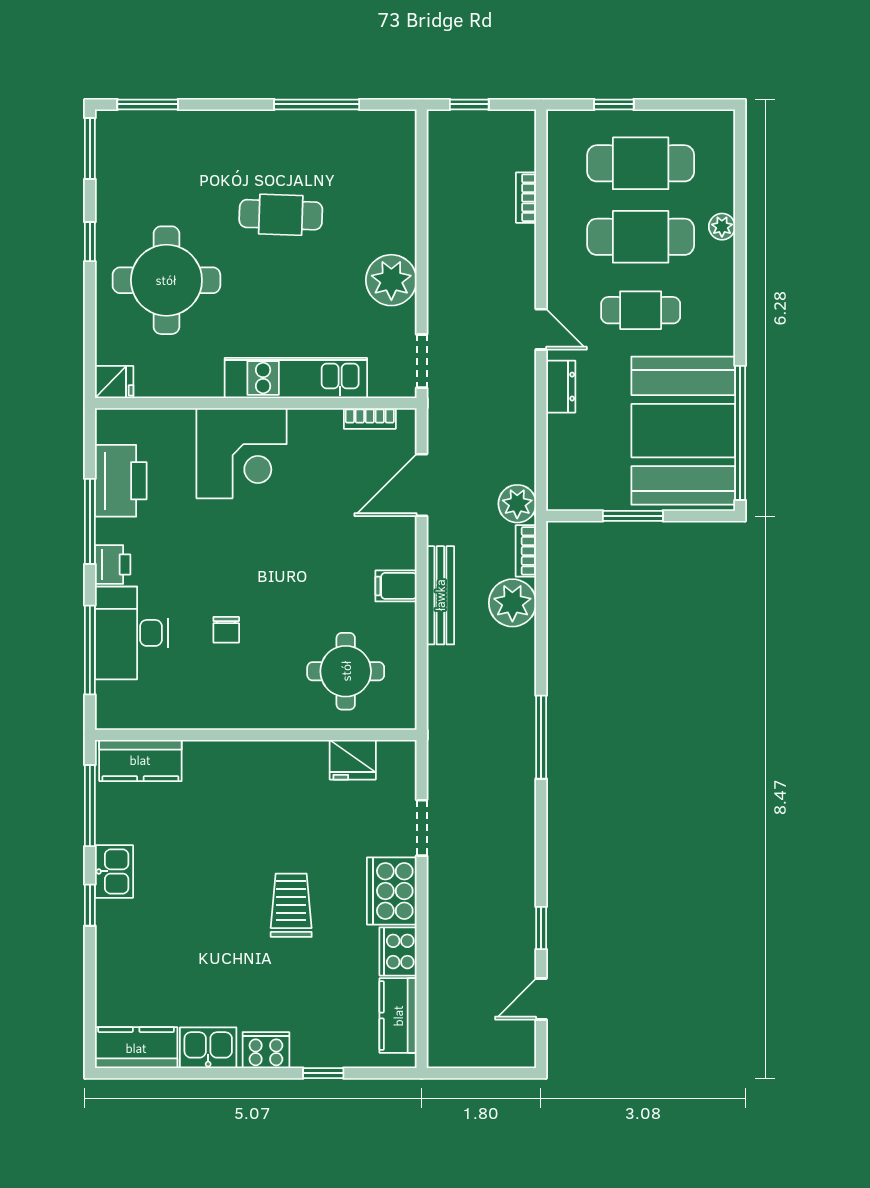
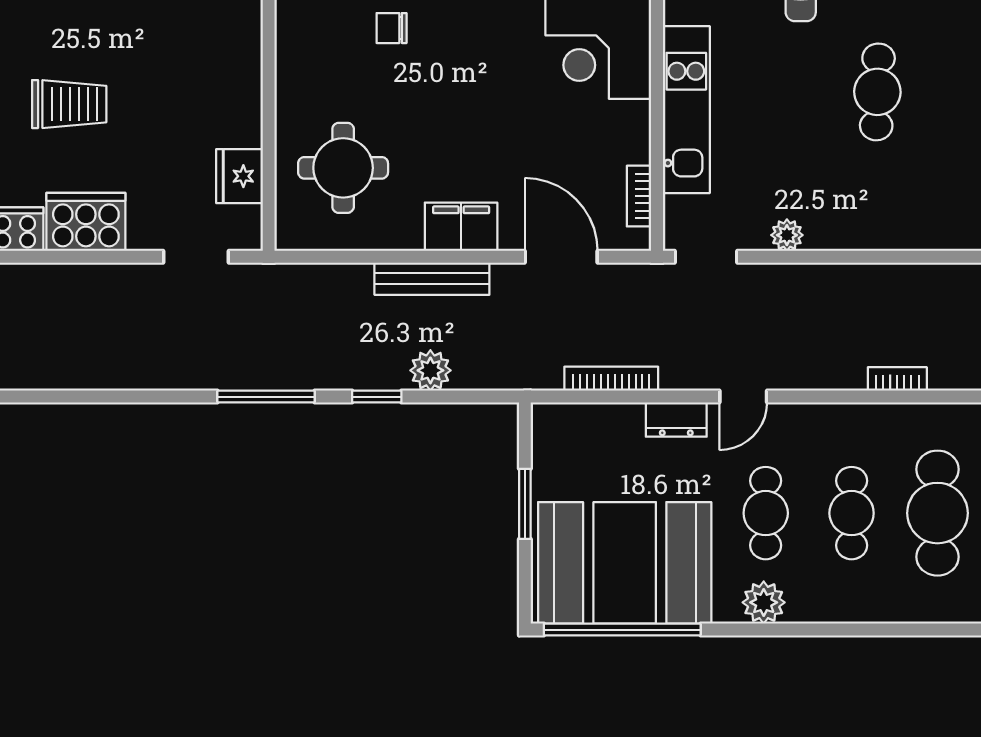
plant: (722, 227) -> (764, 602), moved, width x1.38, depth x1.38
cafe table: (641, 237) -> (852, 513), width x0.73, depth x0.74
plant: (391, 280) -> (787, 235), width x0.53, depth x0.53
plant: (517, 504) -> (539, 369), removed
bookcase: (526, 551) -> (611, 379), moved, width x1.56
filing cabinet: (396, 586) -> (461, 227), width x2.00
plant: (512, 603) -> (430, 370), width x0.73, depth x0.73
doorway: (422, 828) -> (196, 257), moved
window: (541, 928) -> (377, 397), moved

